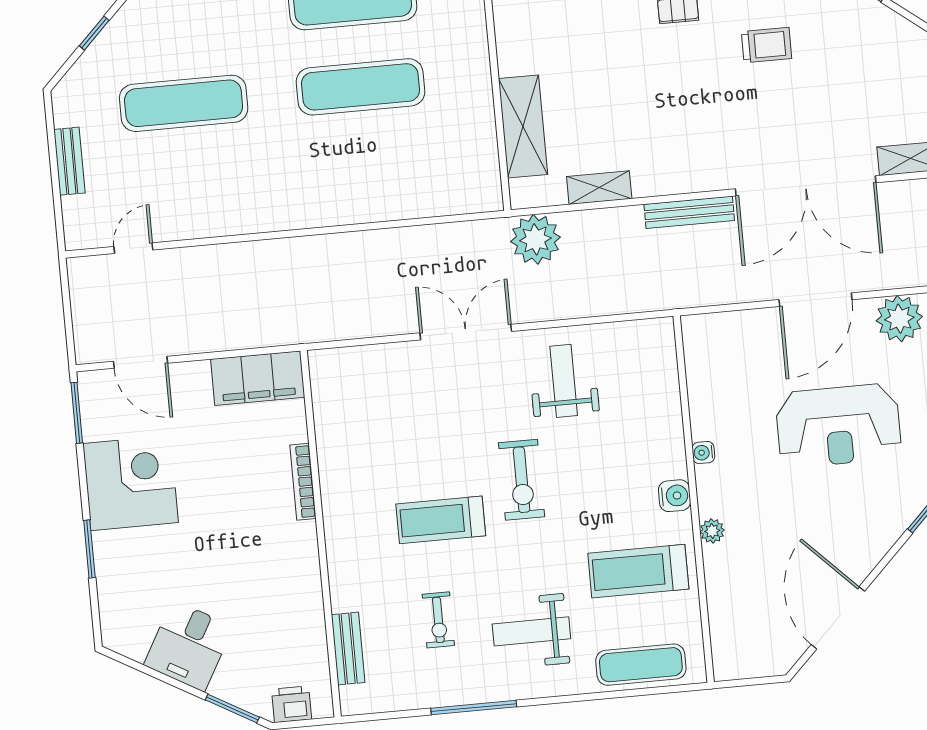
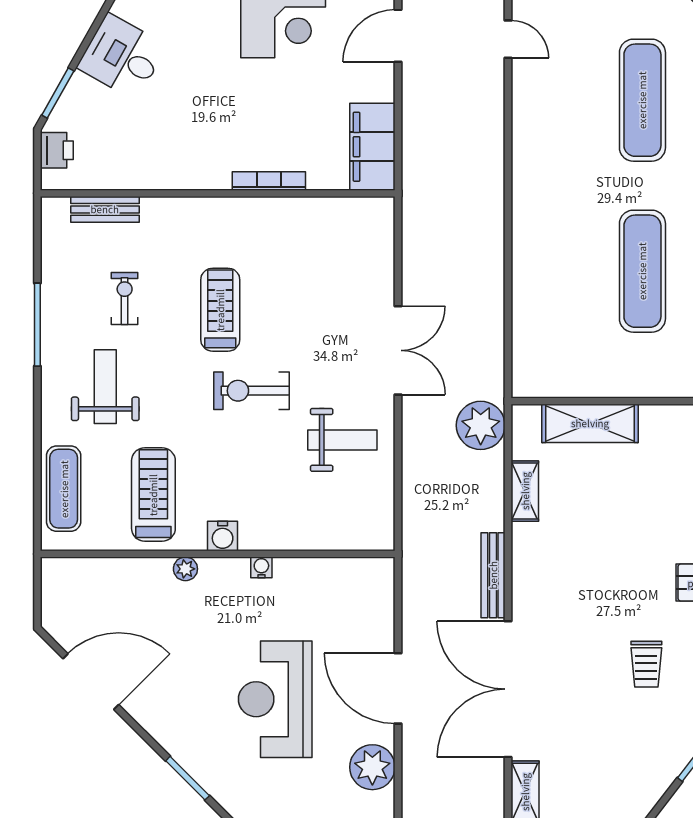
exercise bike: (438, 620) -> (125, 298), turned 90

